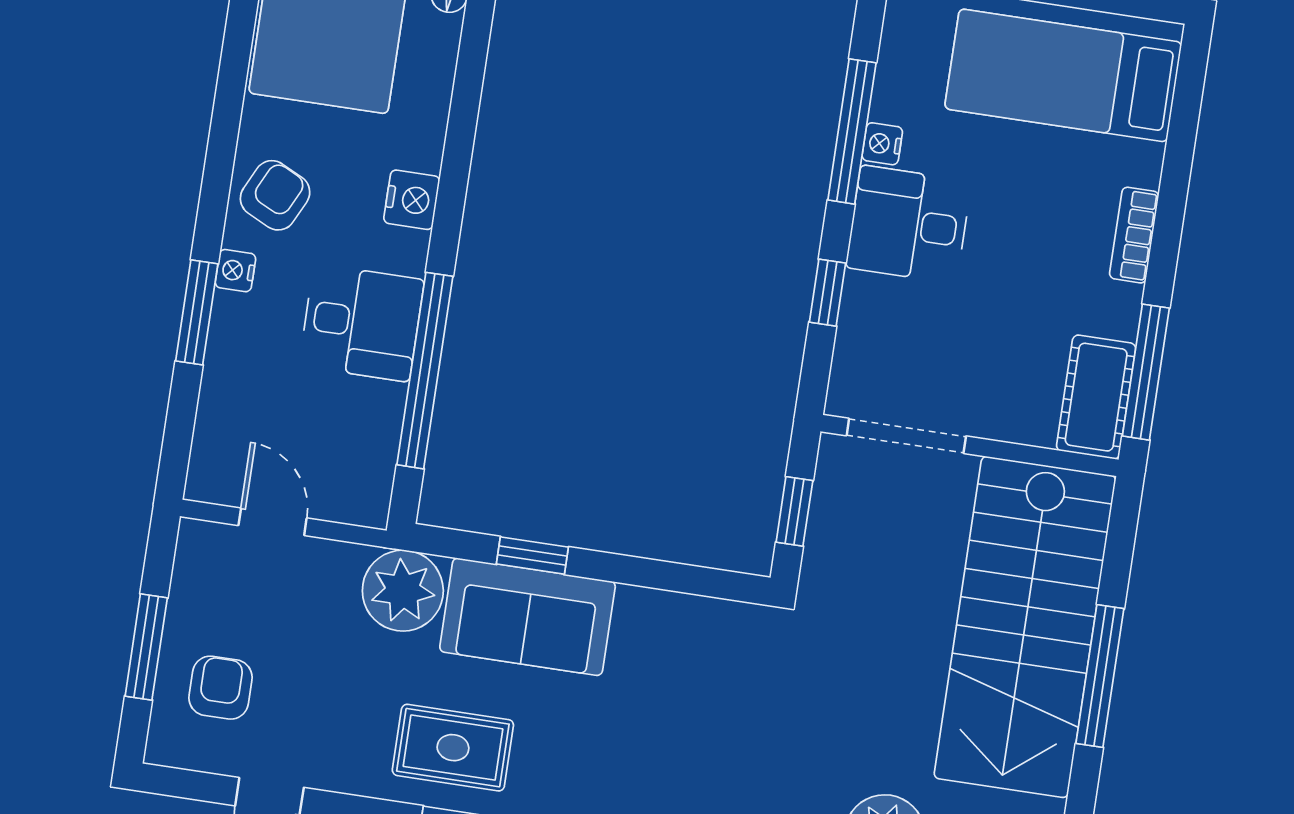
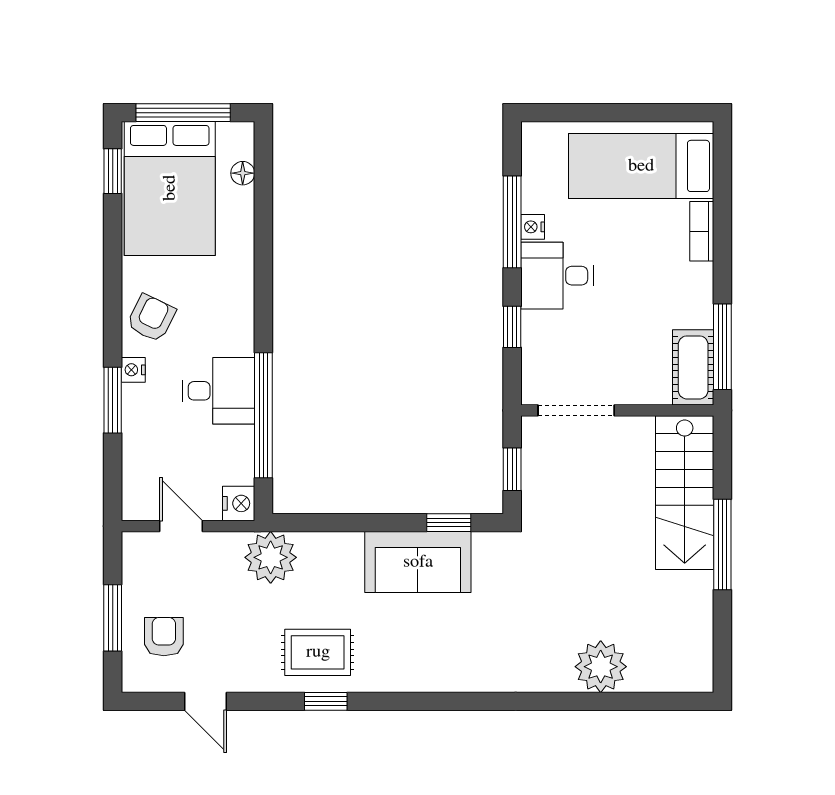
nightstand: (412, 200) -> (239, 503), moved
bookcase: (1134, 235) -> (702, 231), moved
window: (532, 556) -> (449, 523), moved
sofa: (528, 617) -> (418, 562), moved
stairs: (1025, 627) -> (685, 493), width x0.73, depth x0.66

